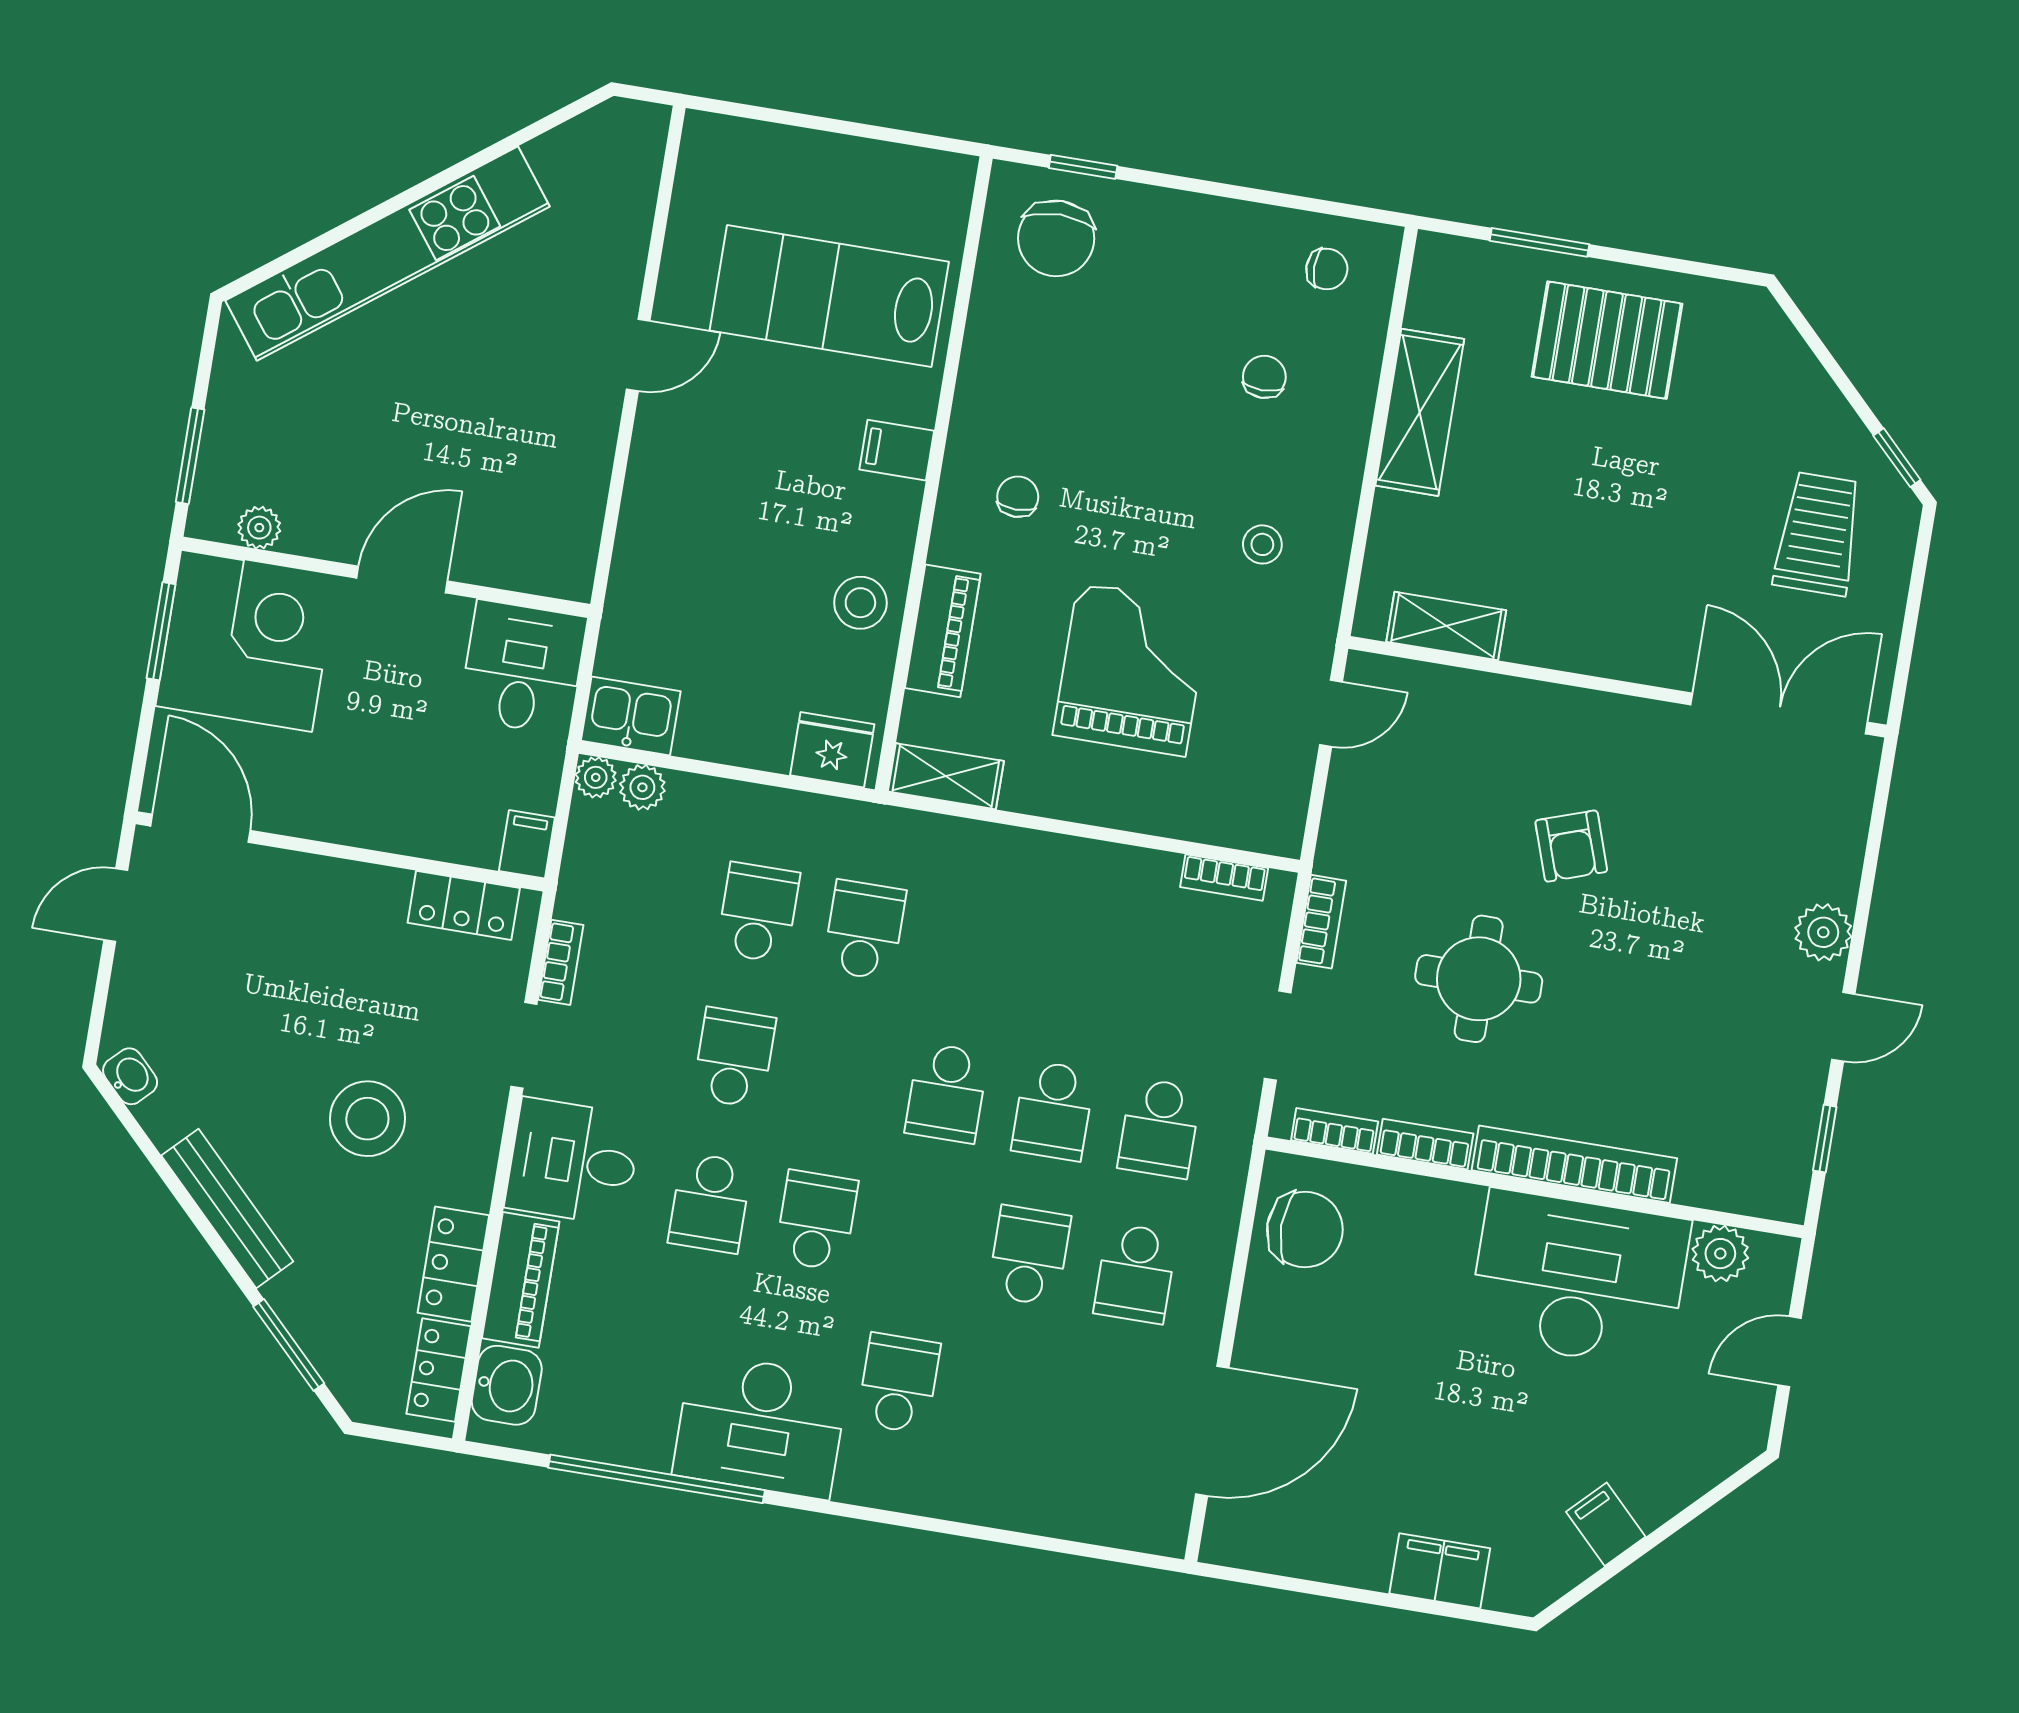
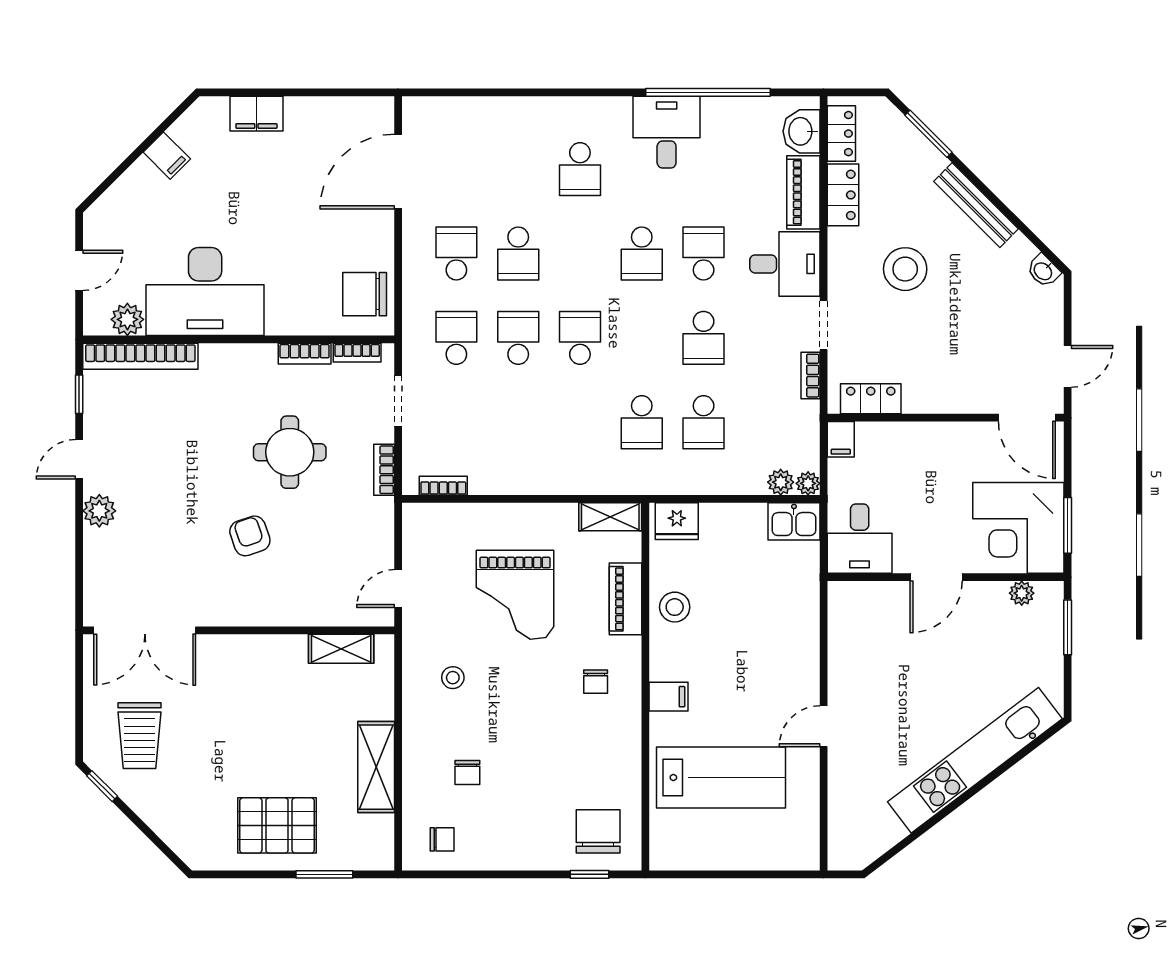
chair: (1327, 269) -> (442, 839), turned 180
bookcase: (1574, 1164) -> (140, 356), moved
desk: (760, 1426) -> (667, 132), width x0.73

